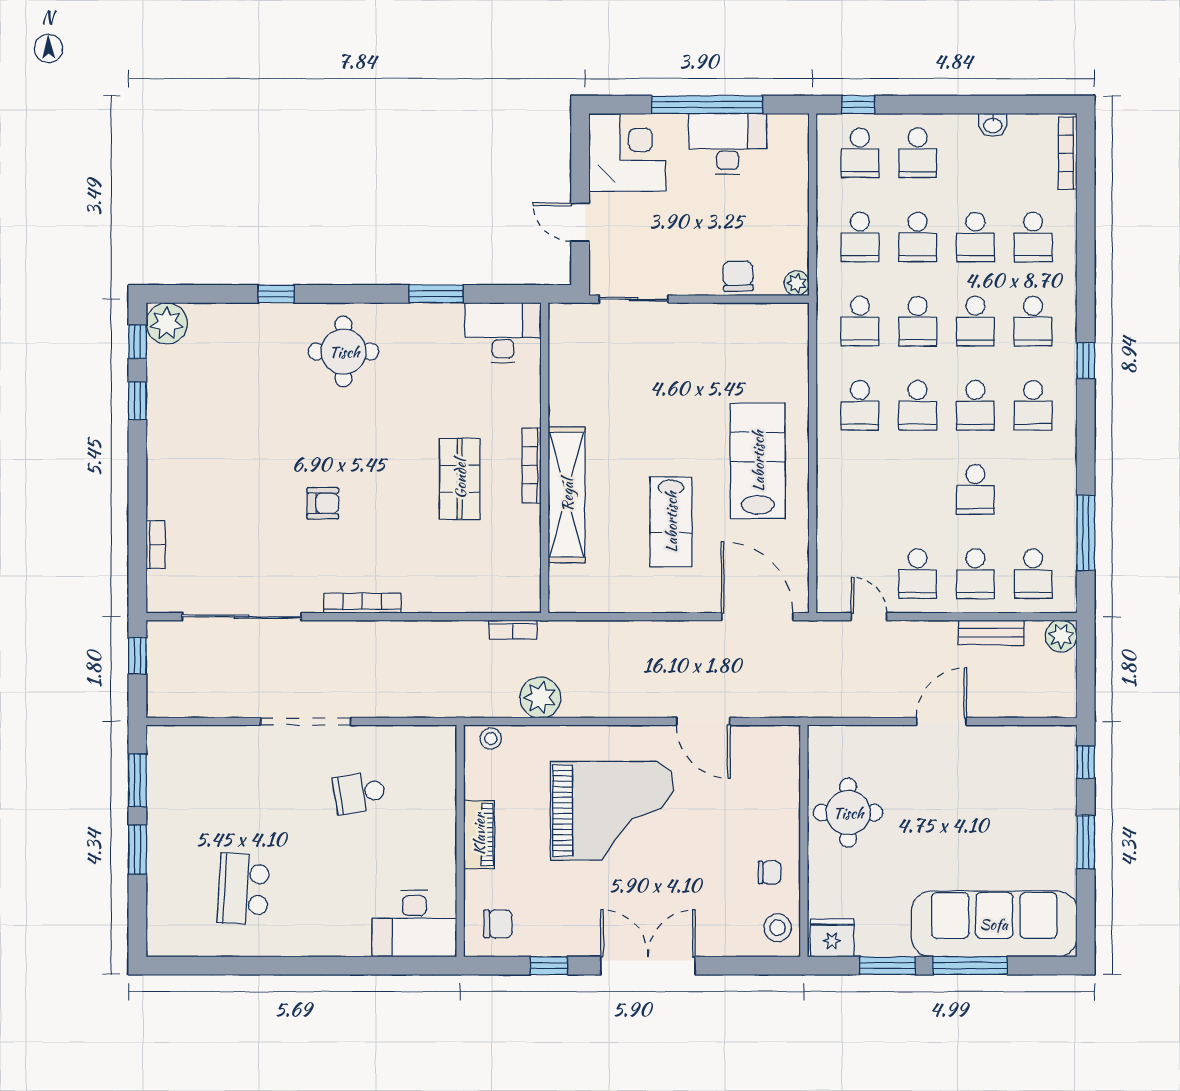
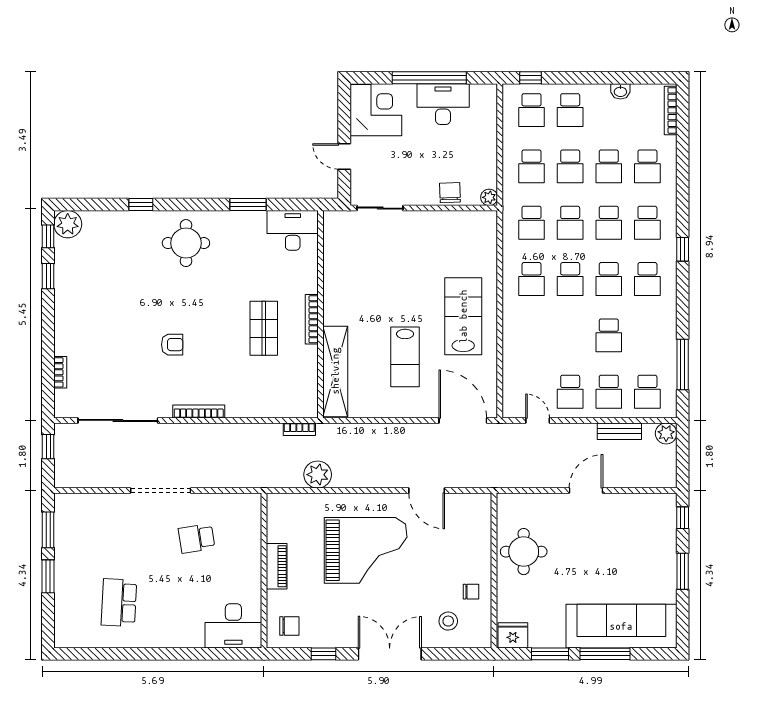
shelving: (567, 495) -> (335, 371), moved
stool: (491, 738) -> (285, 502), removed
stool: (778, 928) -> (448, 621), moved

